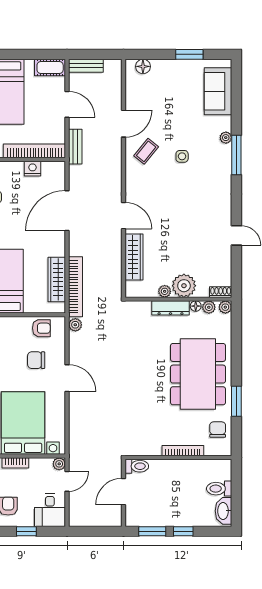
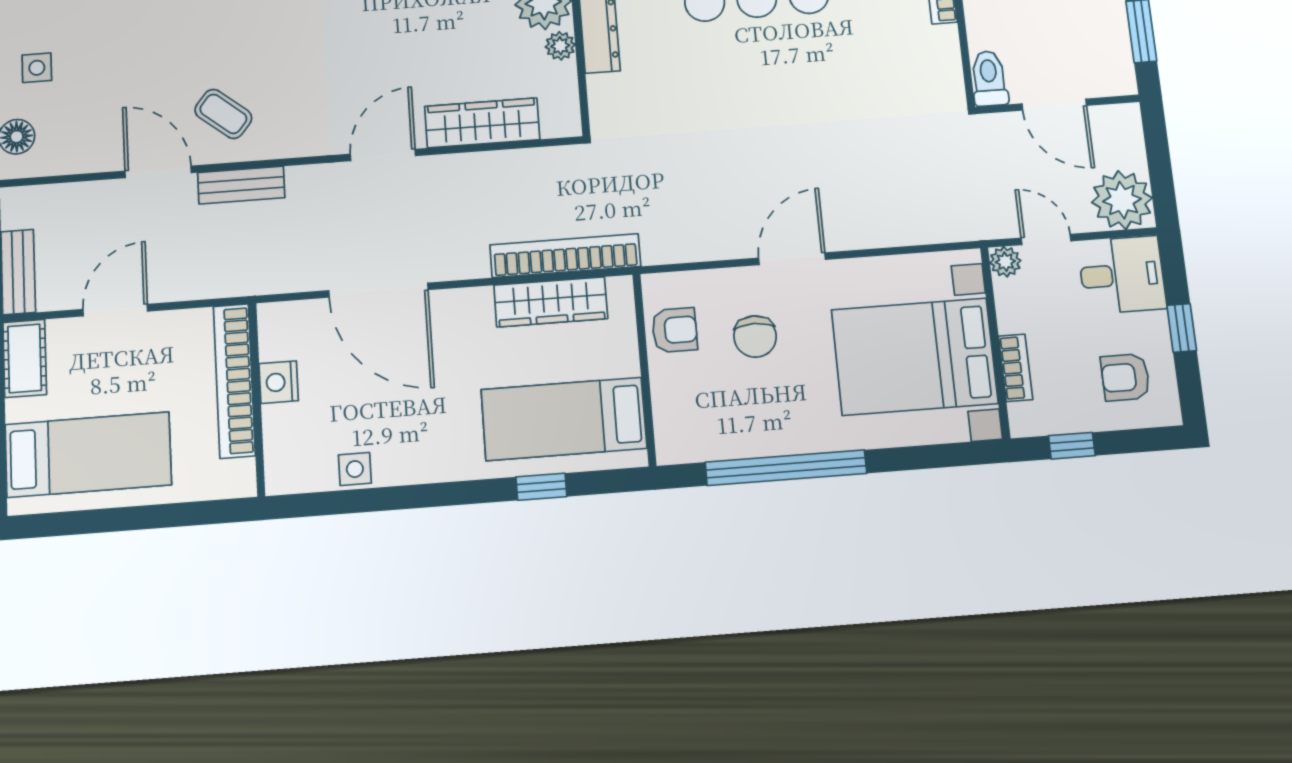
bench: (75, 147) -> (241, 185), moved
side table: (182, 156) -> (37, 68), moved
plant: (75, 325) -> (1122, 200), moved, width x1.88, depth x1.88
armchair: (41, 328) -> (675, 330), turned 90

